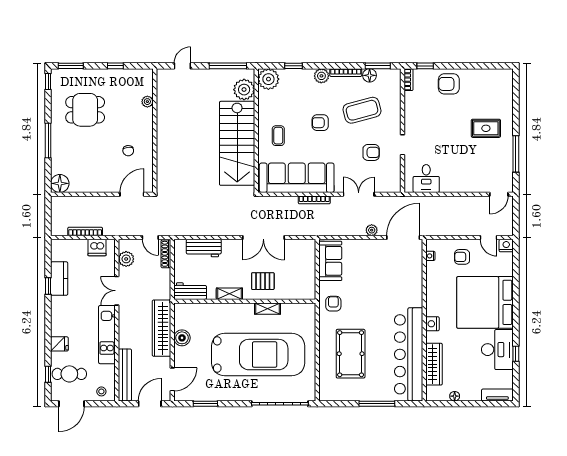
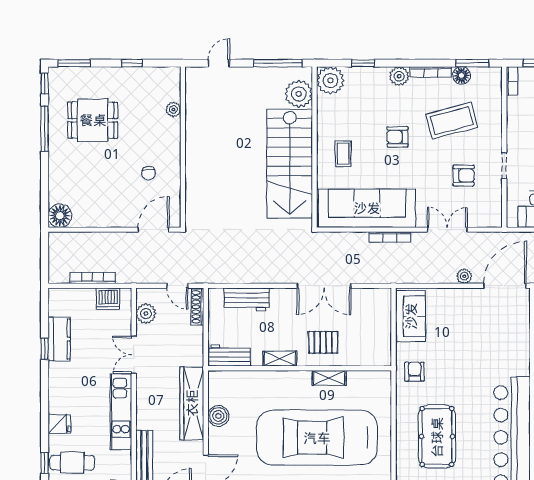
window: (48, 141) -> (45, 129), moved
car: (258, 355) -> (317, 438), turned 180

